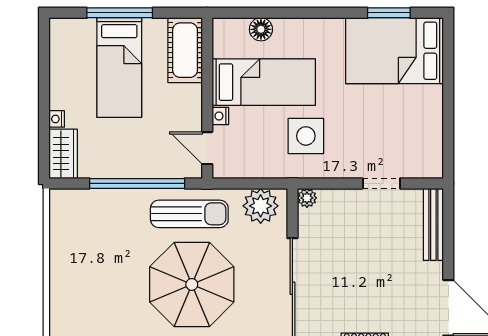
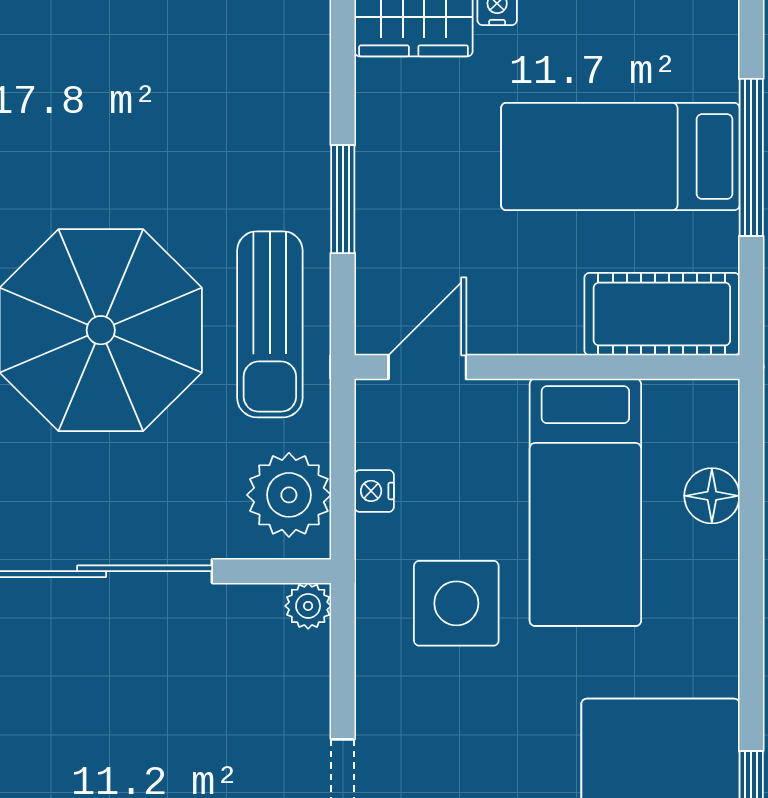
nightstand: (220, 116) -> (374, 491), moved, turned -90
window: (137, 183) -> (343, 199), width x0.47

